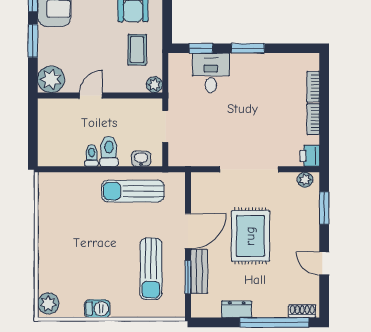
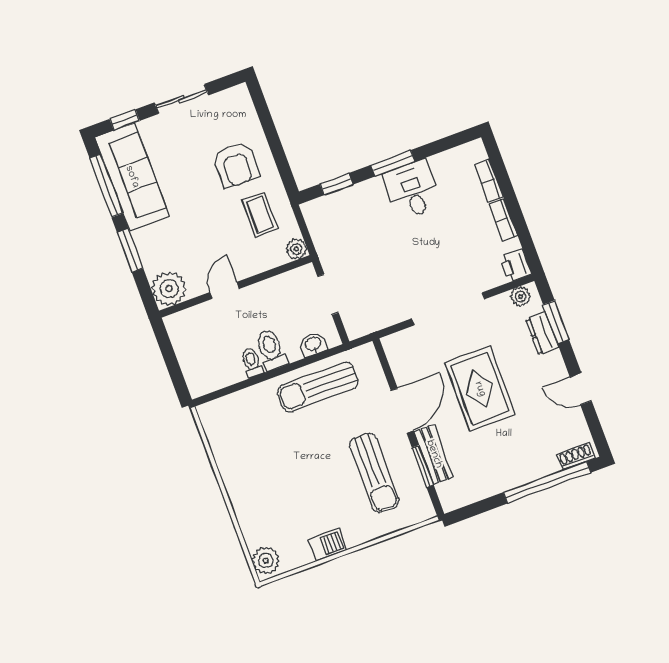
desk: (211, 73) -> (412, 190), moved
dresser: (237, 309) -> (542, 334), moved, turned -90

